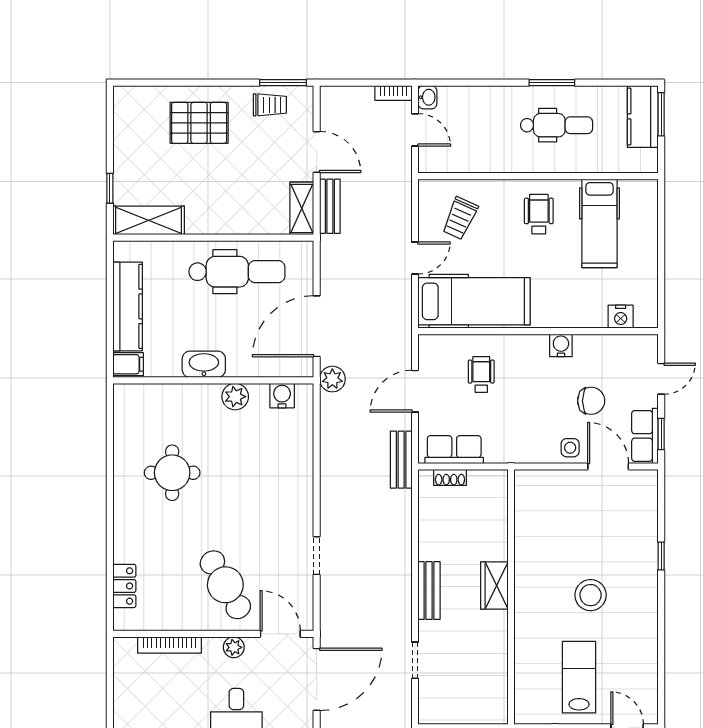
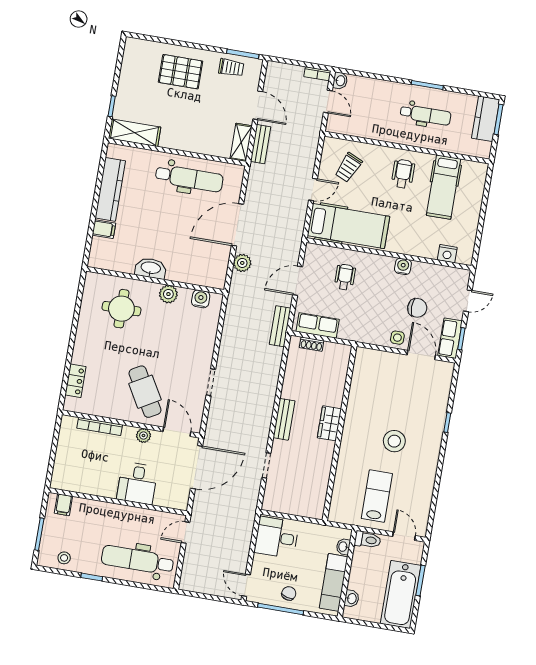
washbasin: (204, 364) -> (151, 268), moved
wall: (213, 380) -> (155, 280), moved
water cooler: (282, 396) -> (201, 299), moved
plant: (235, 397) -> (168, 294), moved

